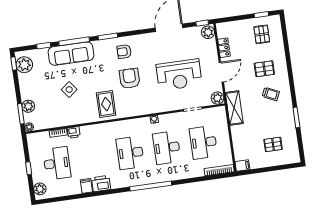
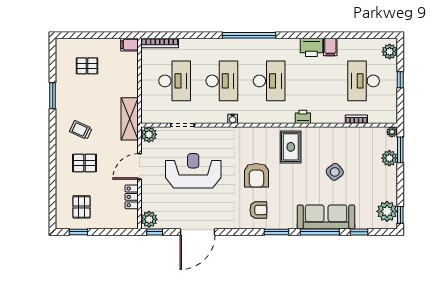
printer: (74, 132) -> (303, 117), moved

